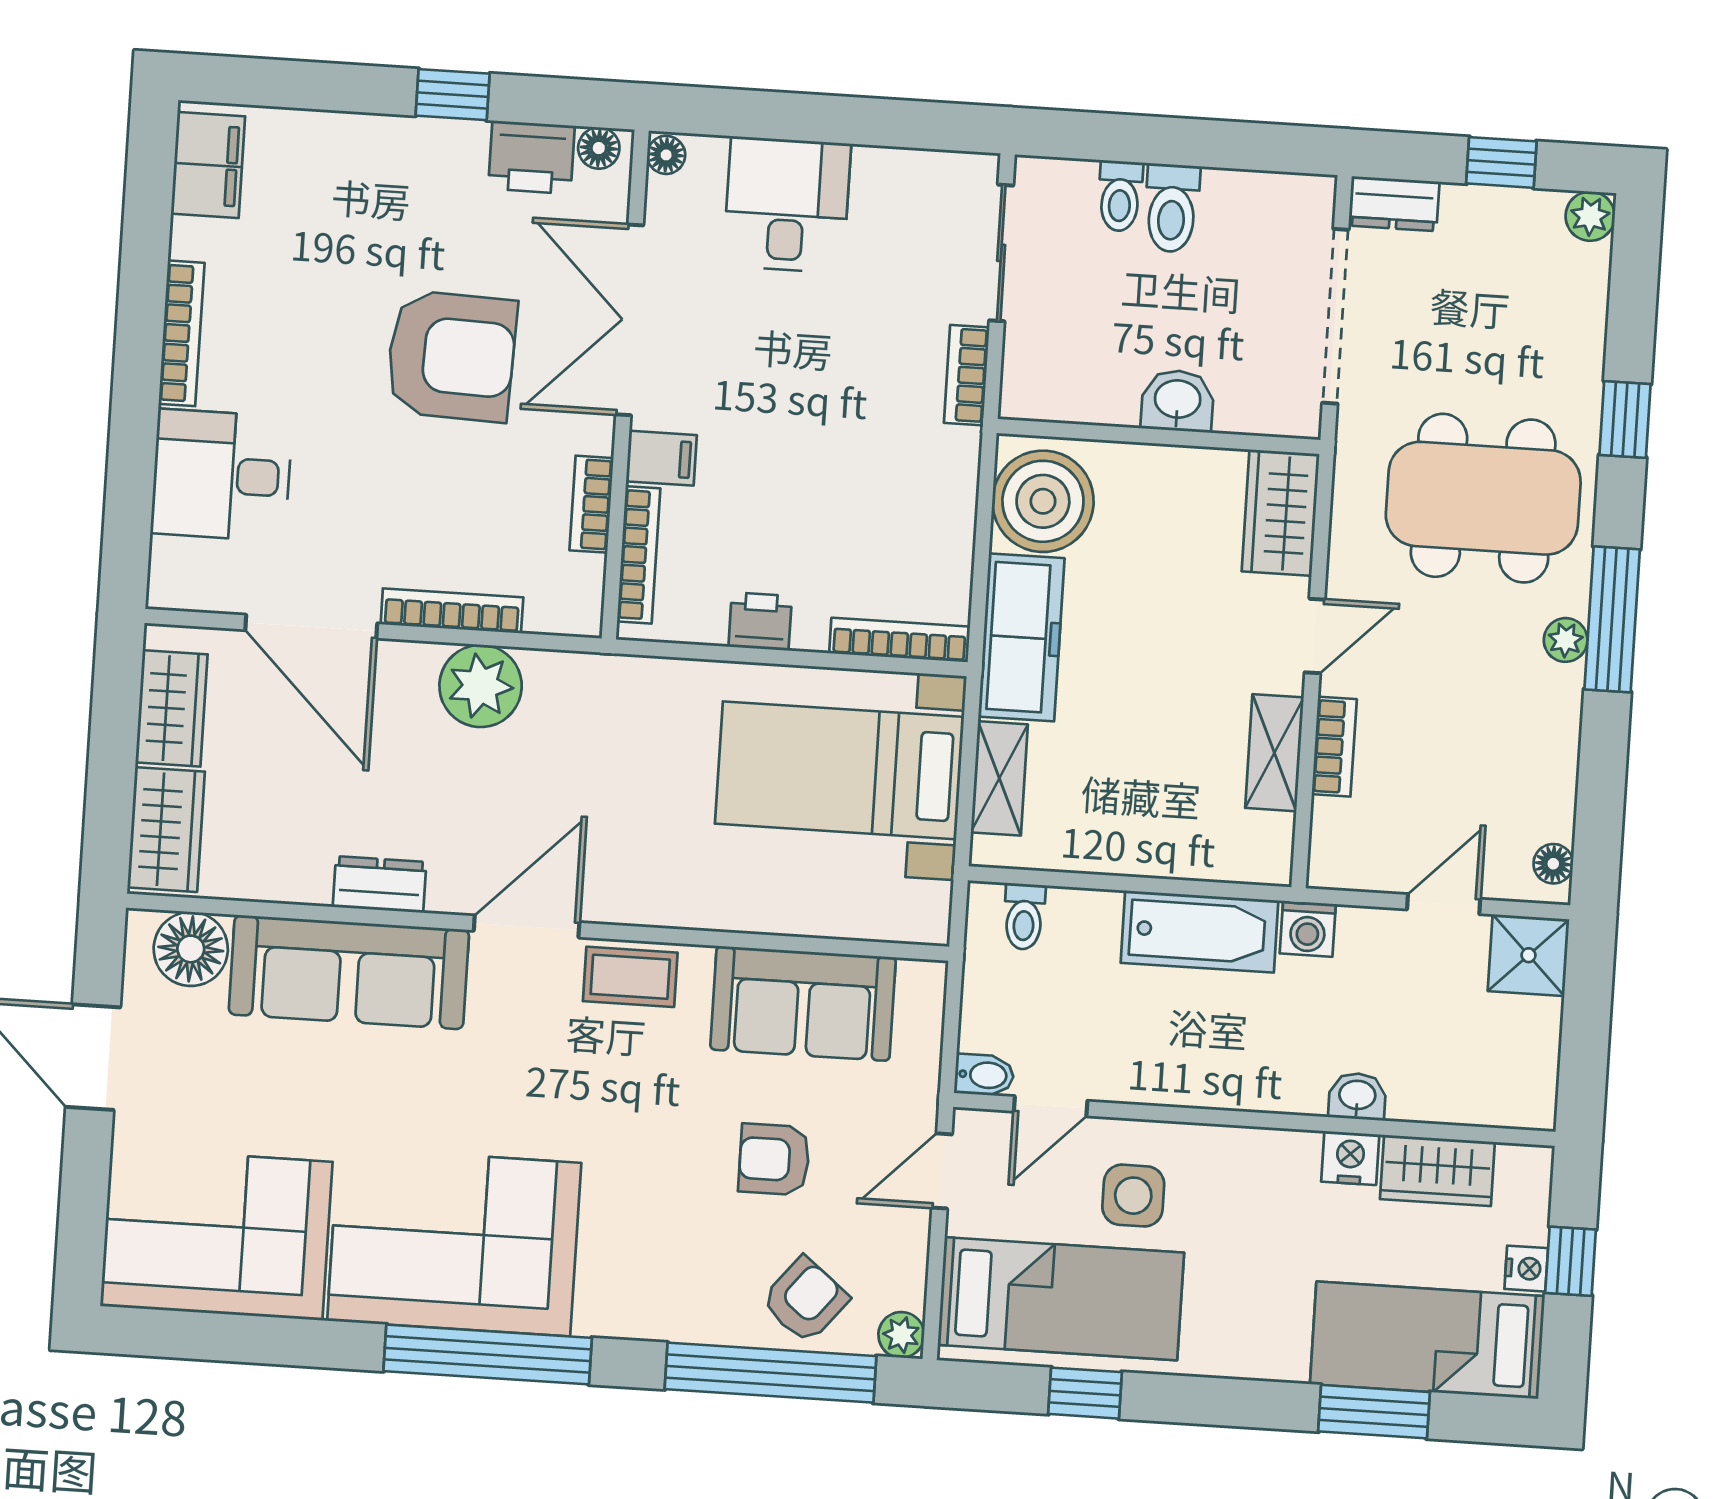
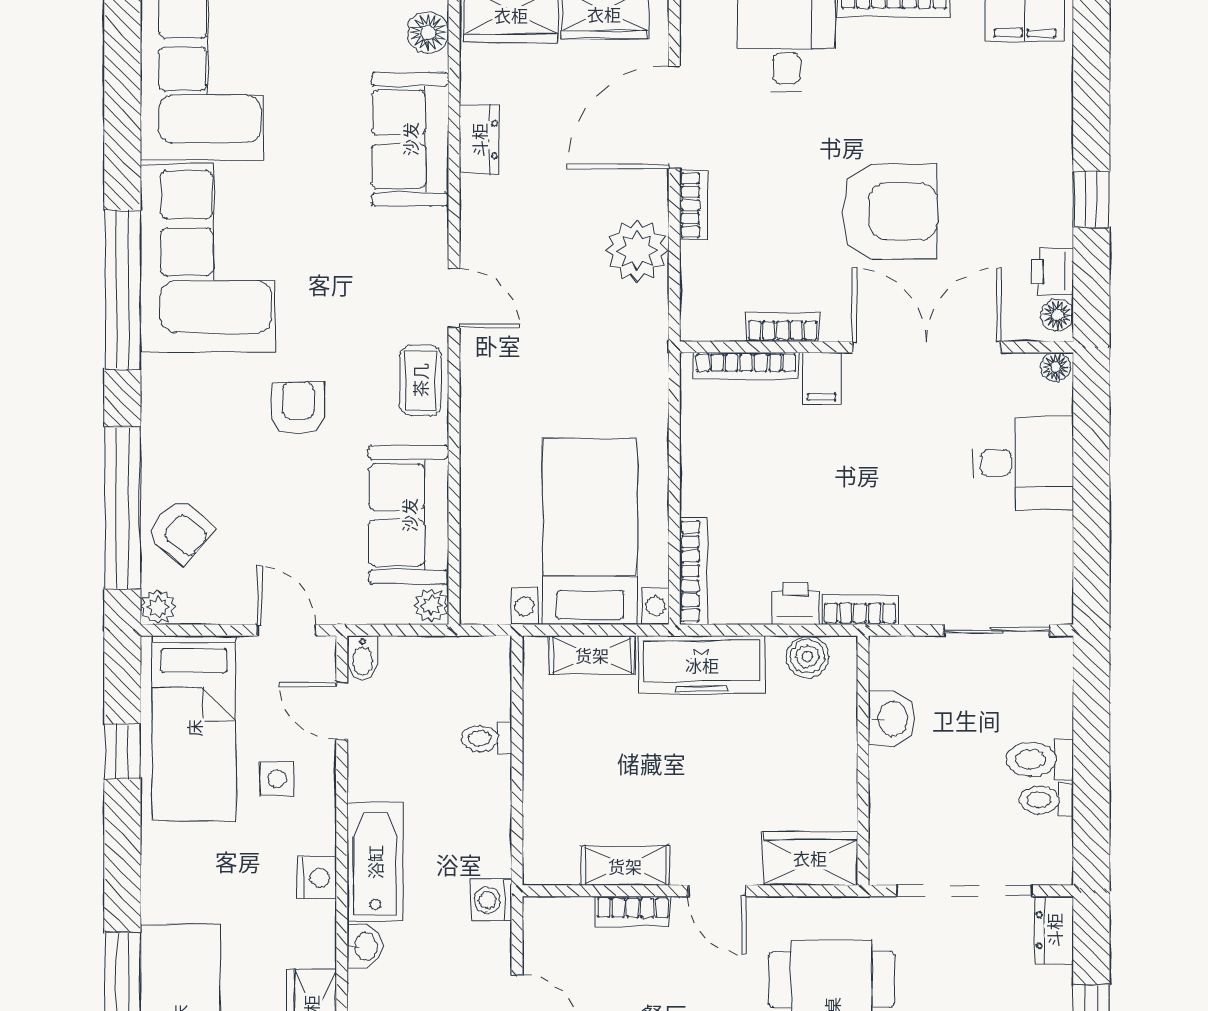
printer: (531, 157) -> (1052, 272), width x0.73, depth x0.81
toilet: (1120, 196) -> (1047, 800), moved
armchair: (451, 356) -> (890, 212), turned -92
bookcase: (967, 375) -> (860, 610), moved
washbasin: (1178, 401) -> (892, 719), moved
boiler: (1043, 501) -> (807, 657), width x0.54, depth x0.54
bookcase: (452, 611) -> (694, 205), width x0.64
printer: (760, 621) -> (795, 604), moved, turned -90
dresser: (380, 884) -> (479, 140), moved
toilet: (1024, 917) -> (486, 738), moved
door: (527, 926) -> (454, 298), width x0.73
bathtub: (1199, 932) -> (375, 862), moved, turned 180
floor lamp: (191, 949) -> (428, 33), width x0.73, depth x0.73
sofa: (349, 972) -> (410, 139), width x0.73
plant: (922, 982) -> (431, 605), added
nightstand: (1350, 1158) -> (317, 878), moved
armchair: (774, 1159) -> (298, 408), moved
side table: (1133, 1196) -> (277, 779), width x0.73, depth x0.73

